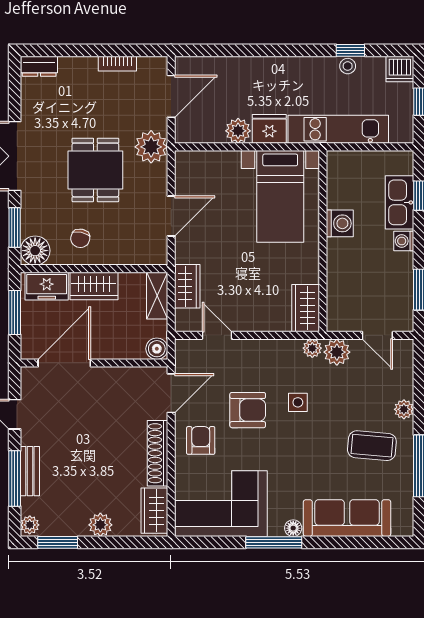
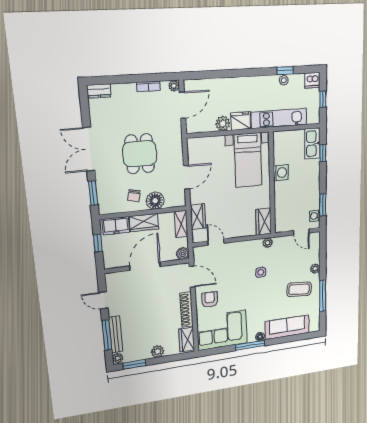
plant: (151, 147) -> (174, 86), moved, width x0.53, depth x0.53
kitchen sink: (399, 202) -> (312, 144), moved
washing machine: (404, 241) -> (315, 216), moved
floor lamp: (35, 251) -> (155, 201), moved
window: (15, 312) -> (98, 243), width x0.67
plant: (337, 352) -> (280, 243), removed
door: (64, 363) -> (145, 266), moved
door: (171, 393) -> (192, 277), hinge flipped
armchair: (248, 410) -> (234, 280), removed
bench: (30, 471) -> (116, 335), width x1.36

